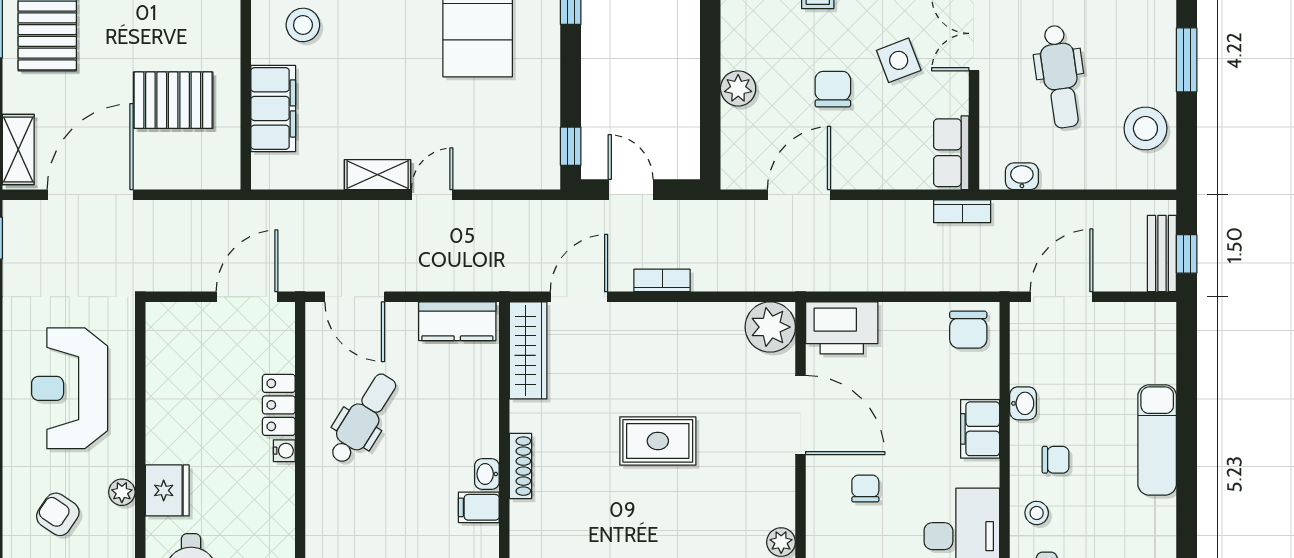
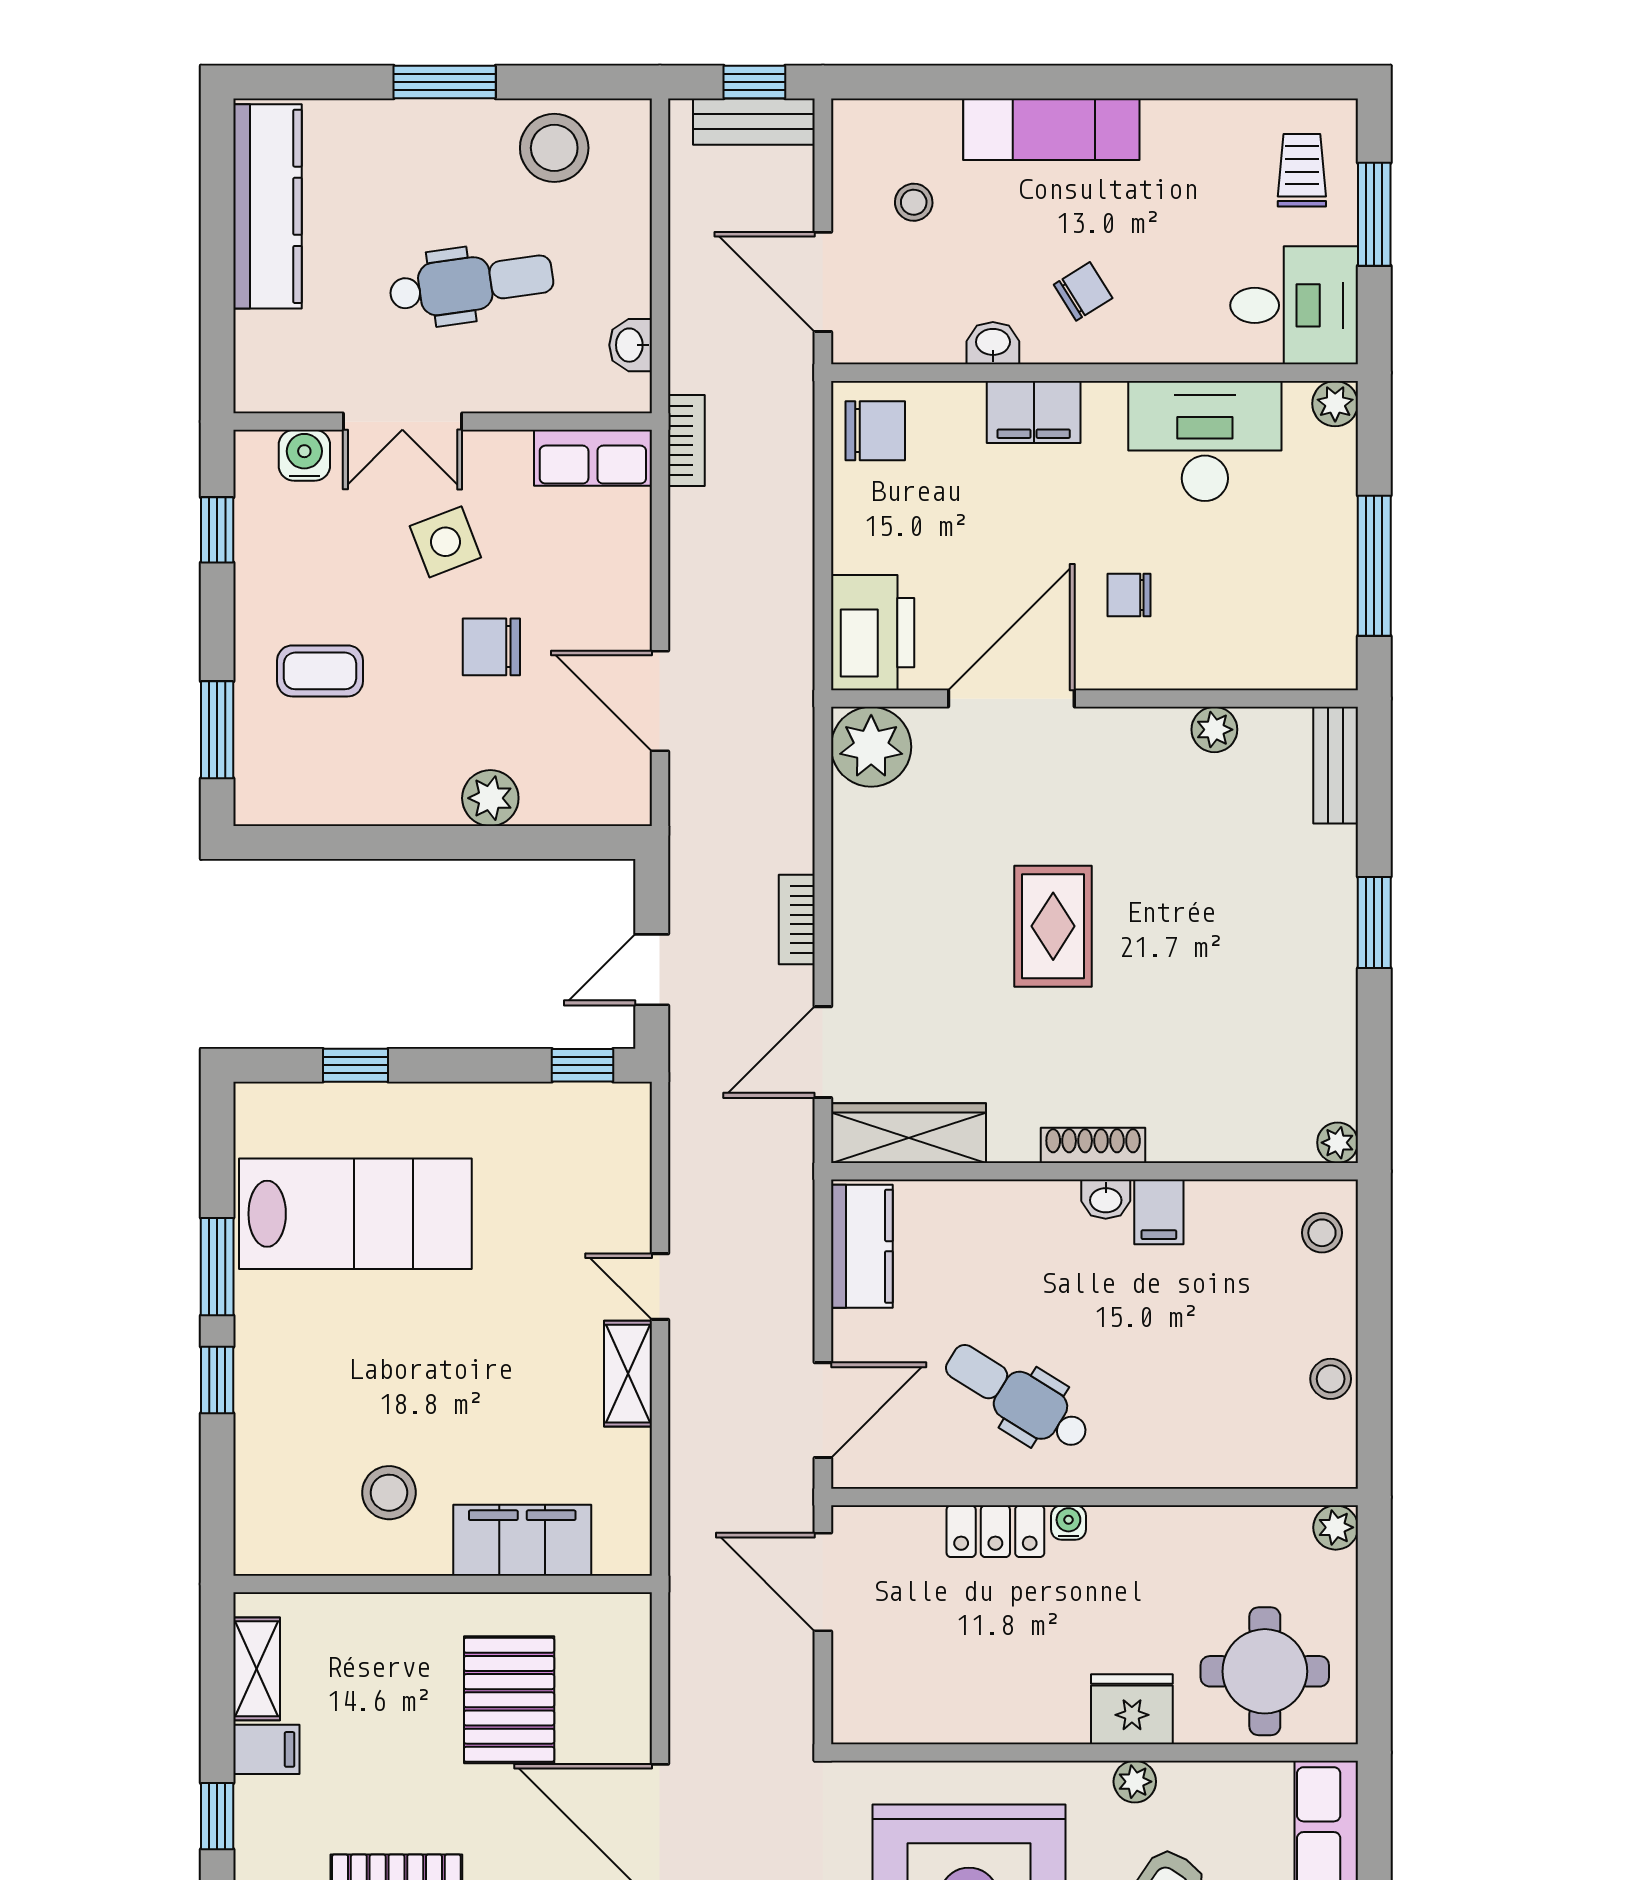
door: (579, 297) -> (823, 1052), hinge flipped
chair: (1056, 460) -> (1083, 291), turned 58
stool: (1037, 513) -> (914, 202), moved

